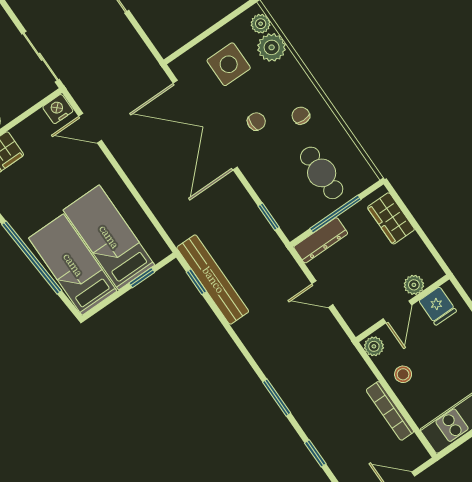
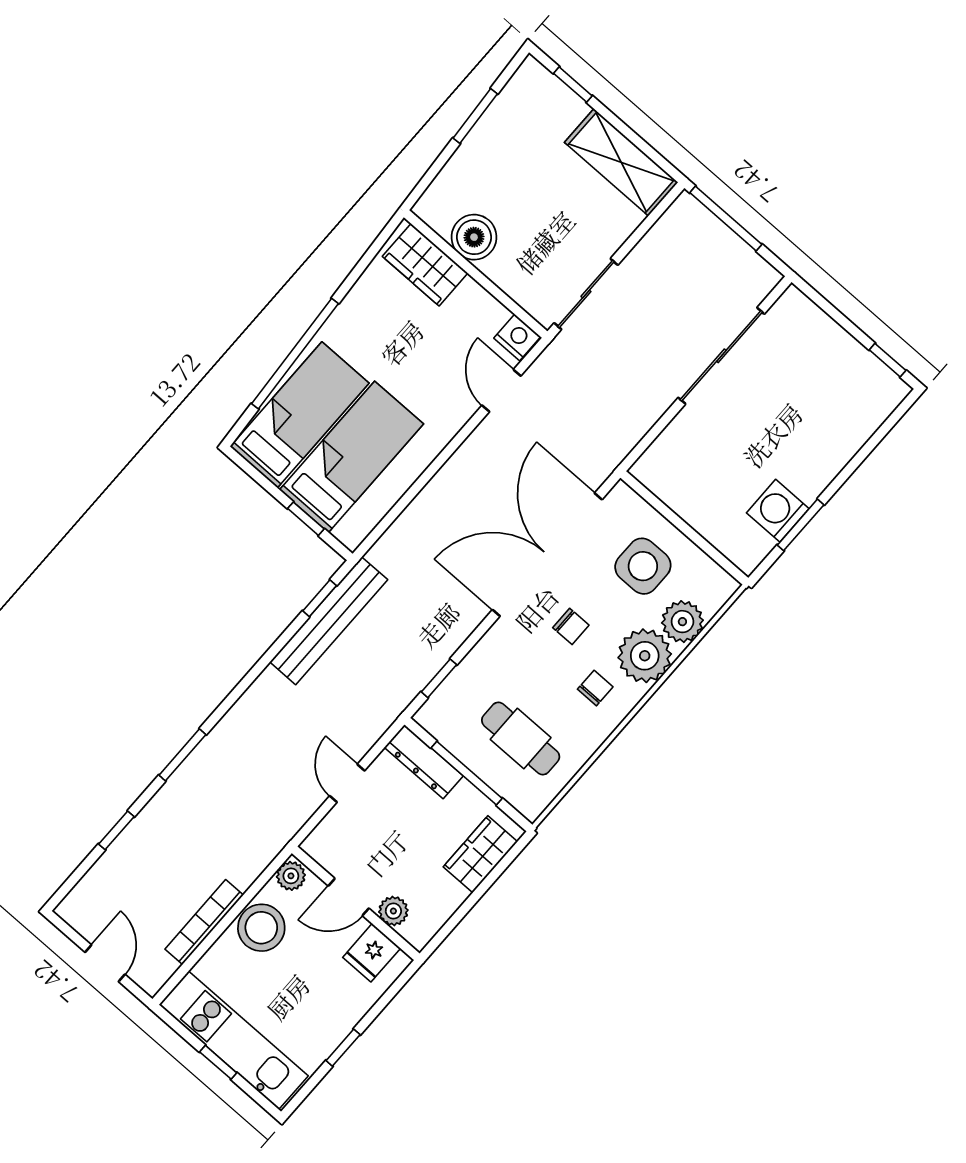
plant: (261, 24) -> (645, 656), moved, width x1.88, depth x1.88
cafe table: (322, 173) -> (521, 739), turned 90
stool: (403, 374) -> (261, 928), width x1.89, depth x1.89

